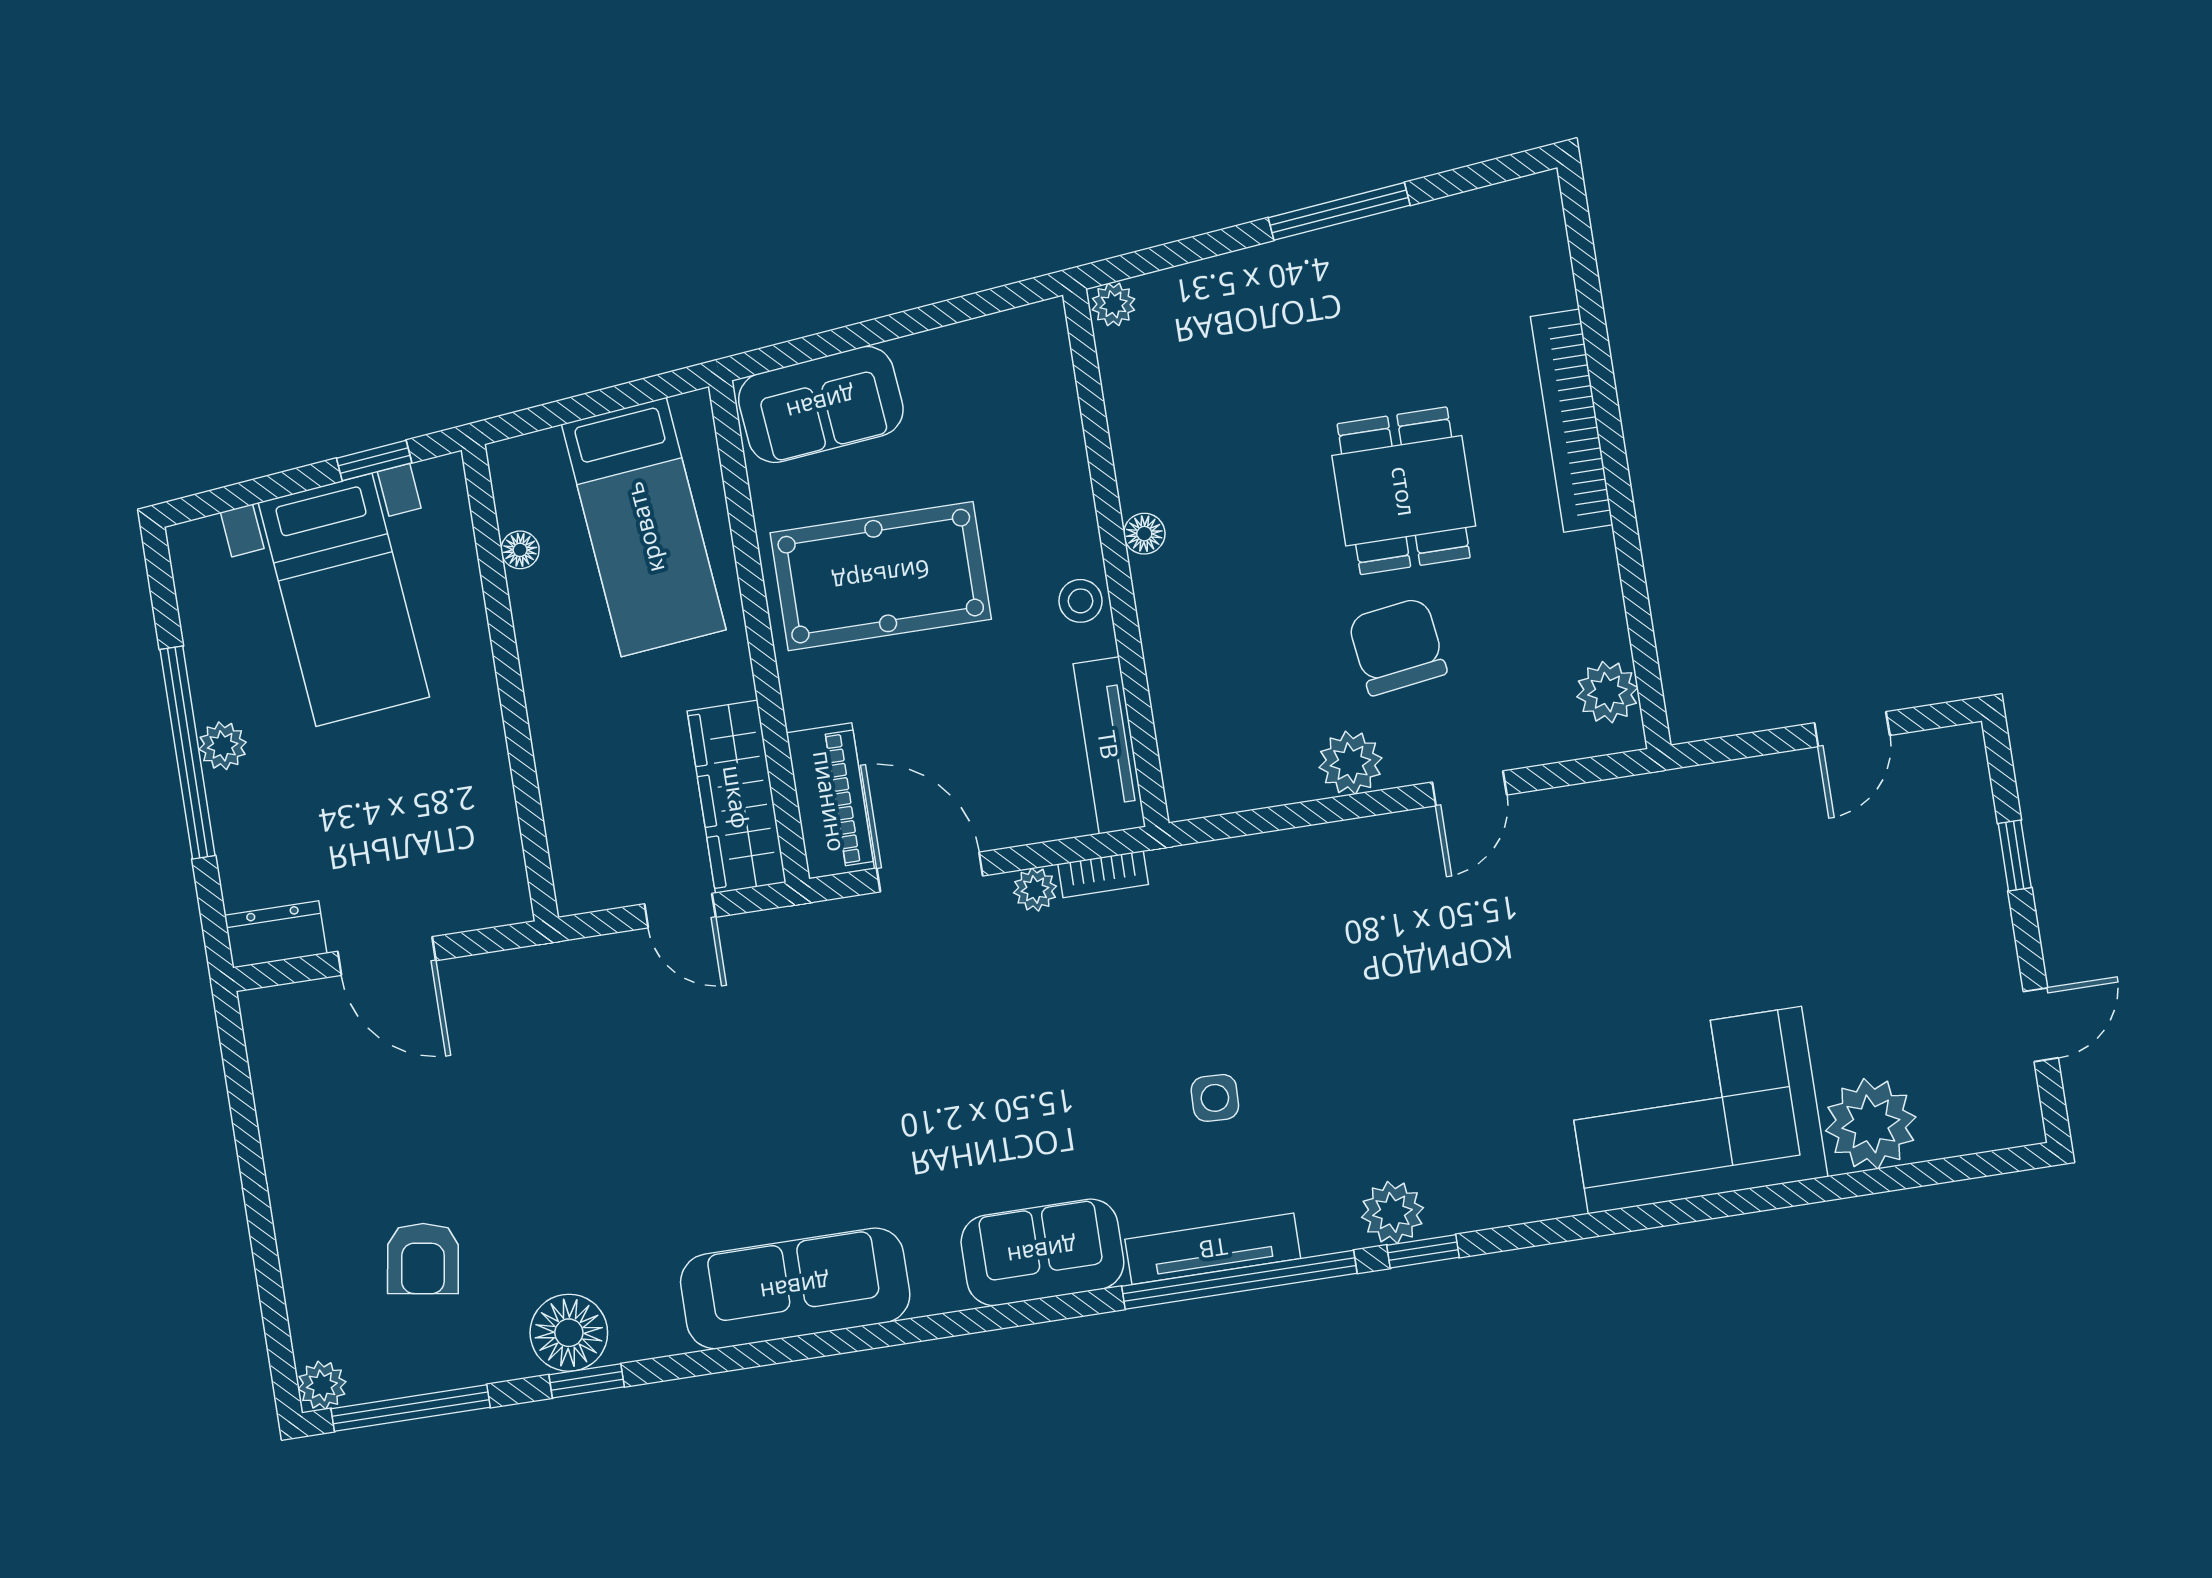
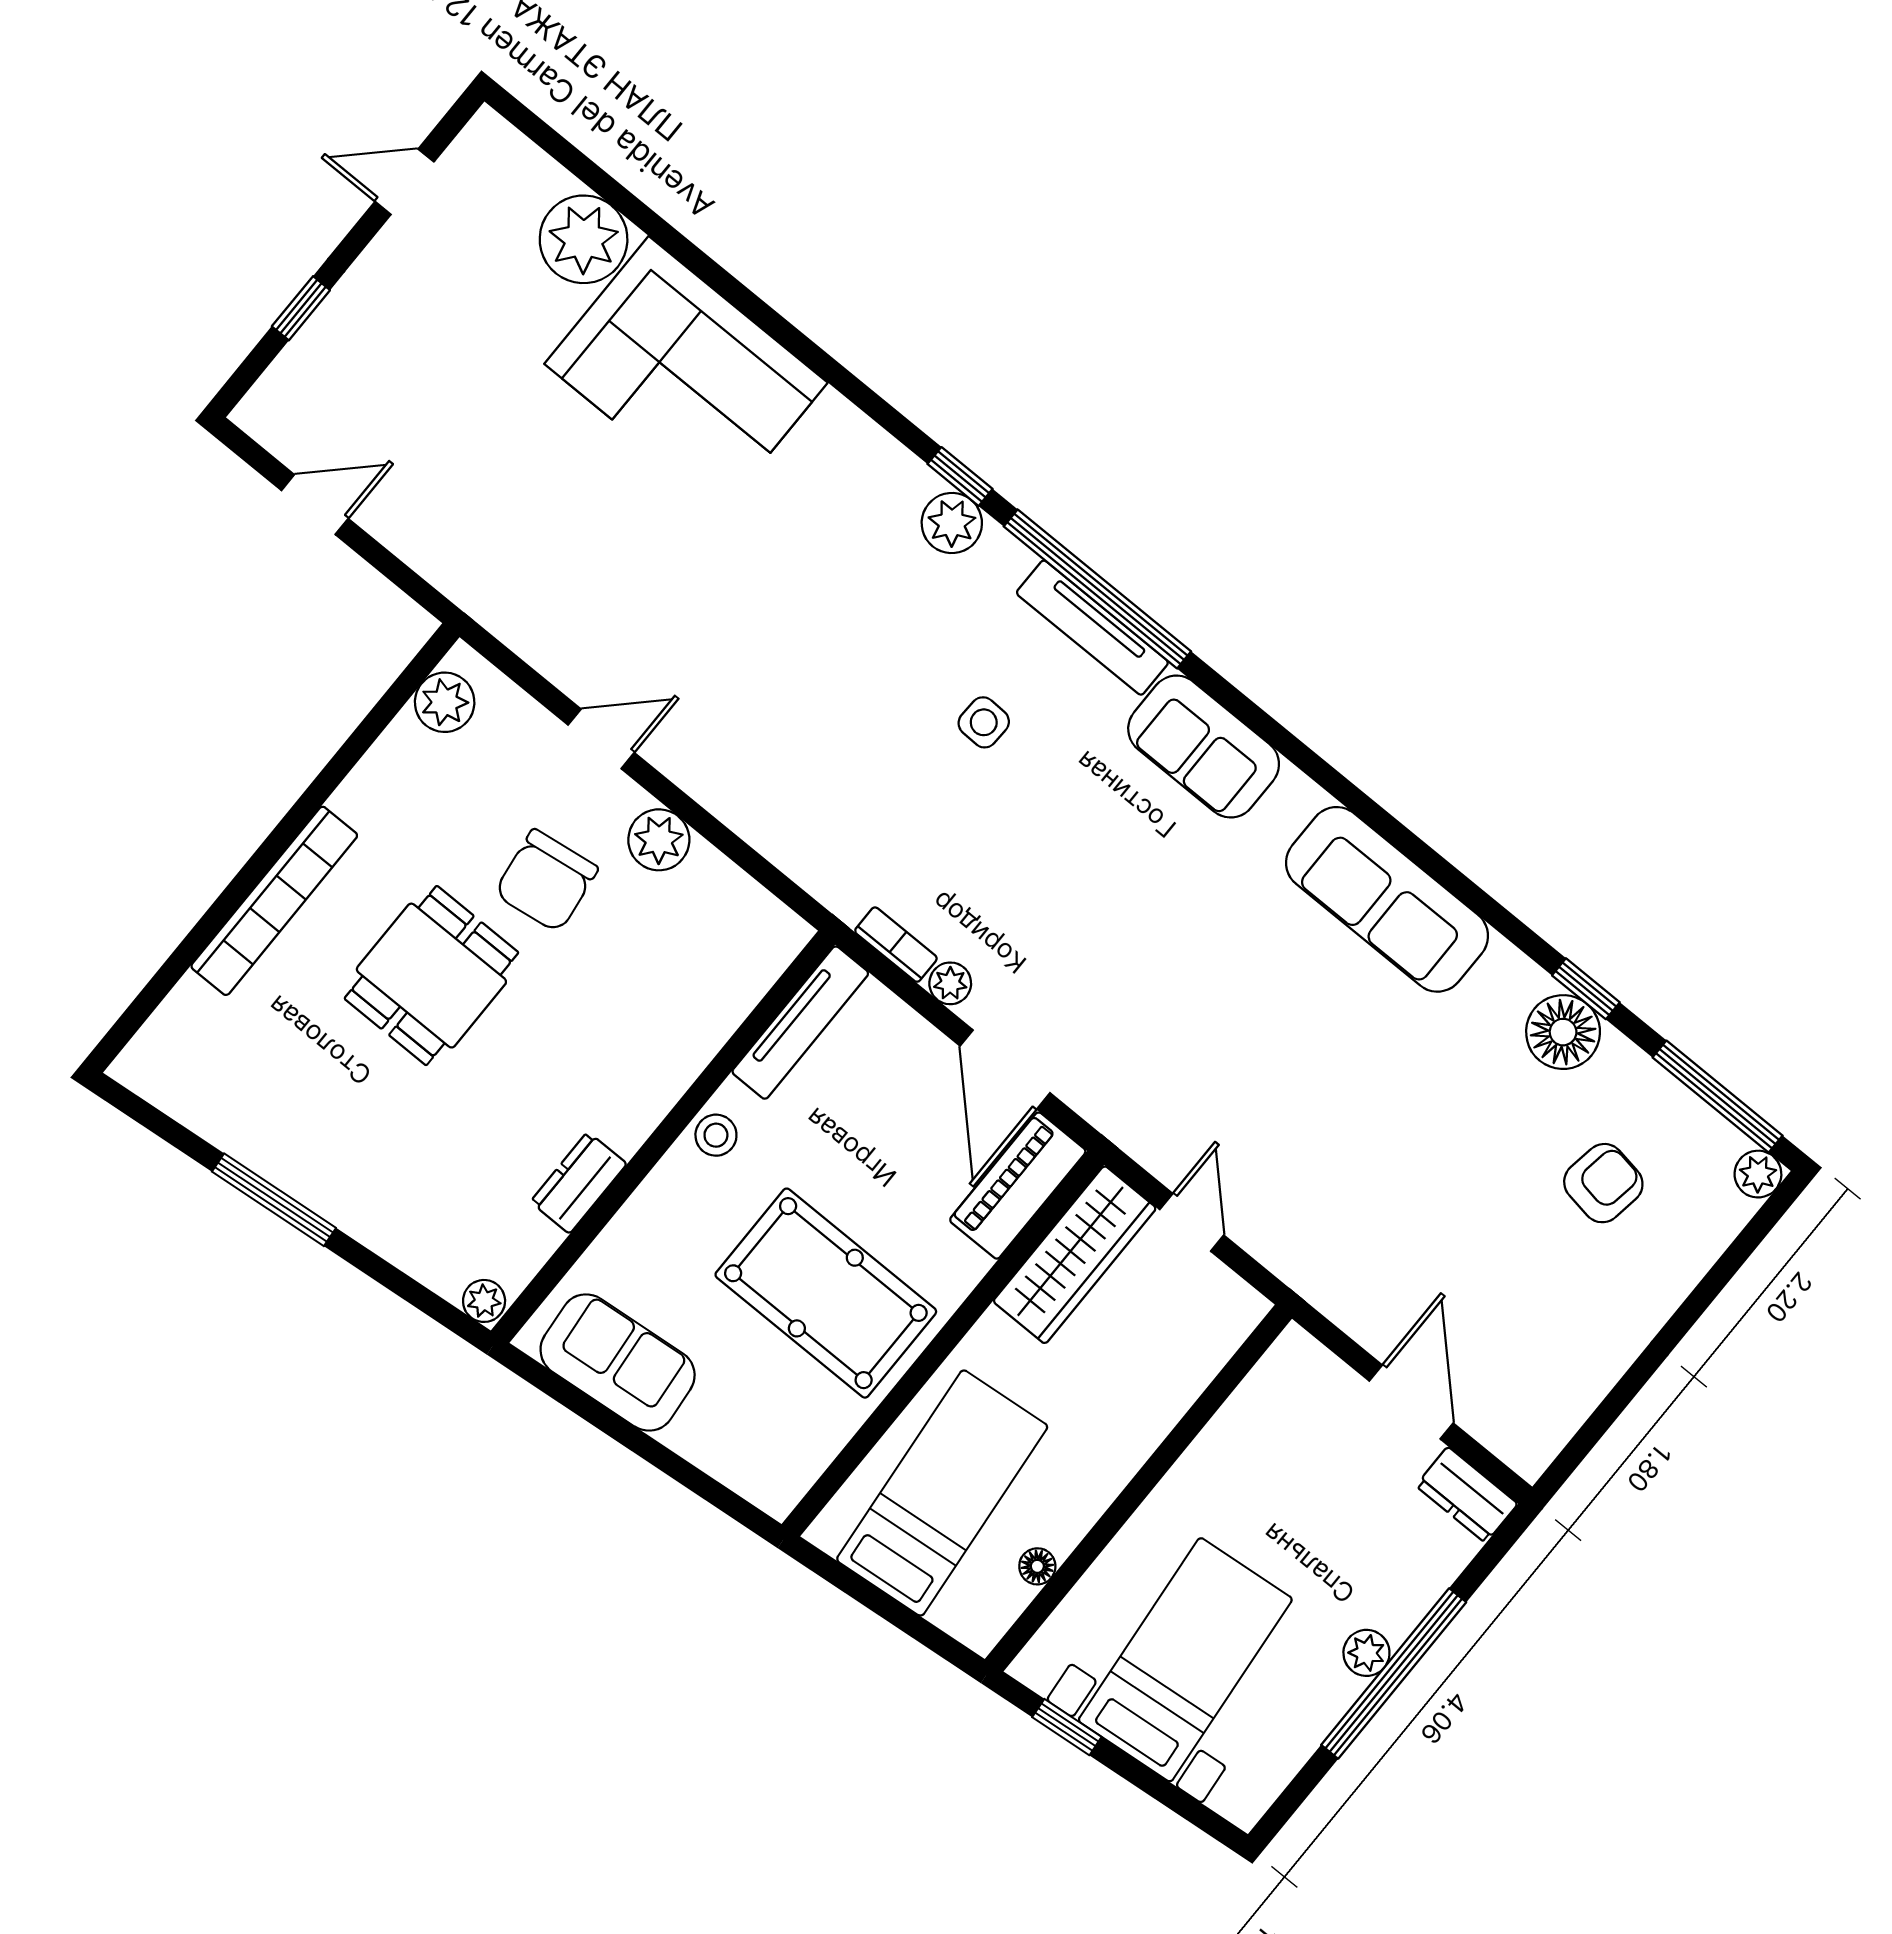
sofa: (821, 404) -> (618, 1362), moved
dresser: (1139, 461) -> (579, 1183), added
floor lamp: (1144, 534) -> (627, 1133), removed

